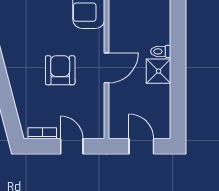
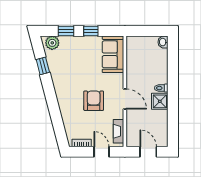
door: (106, 68) -> (125, 99), hinge flipped
fireplace: (97, 116) -> (118, 131), added

